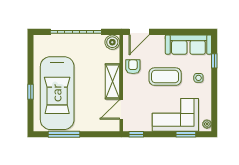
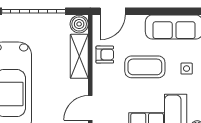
armchair: (133, 67) -> (105, 55), turned 90
shelving: (112, 81) -> (79, 56), moved

